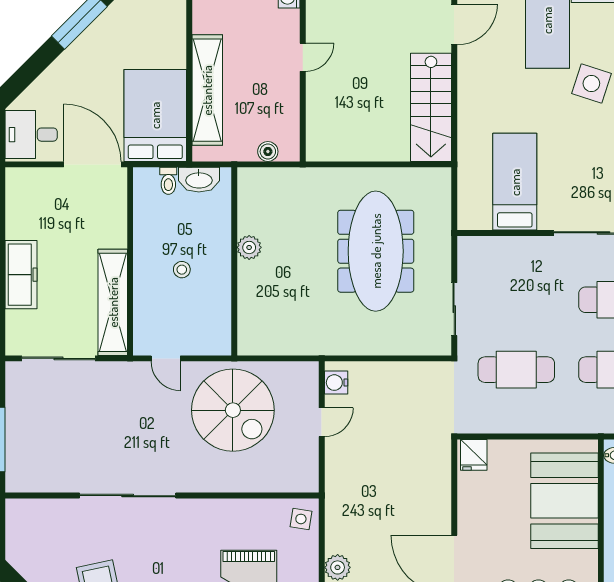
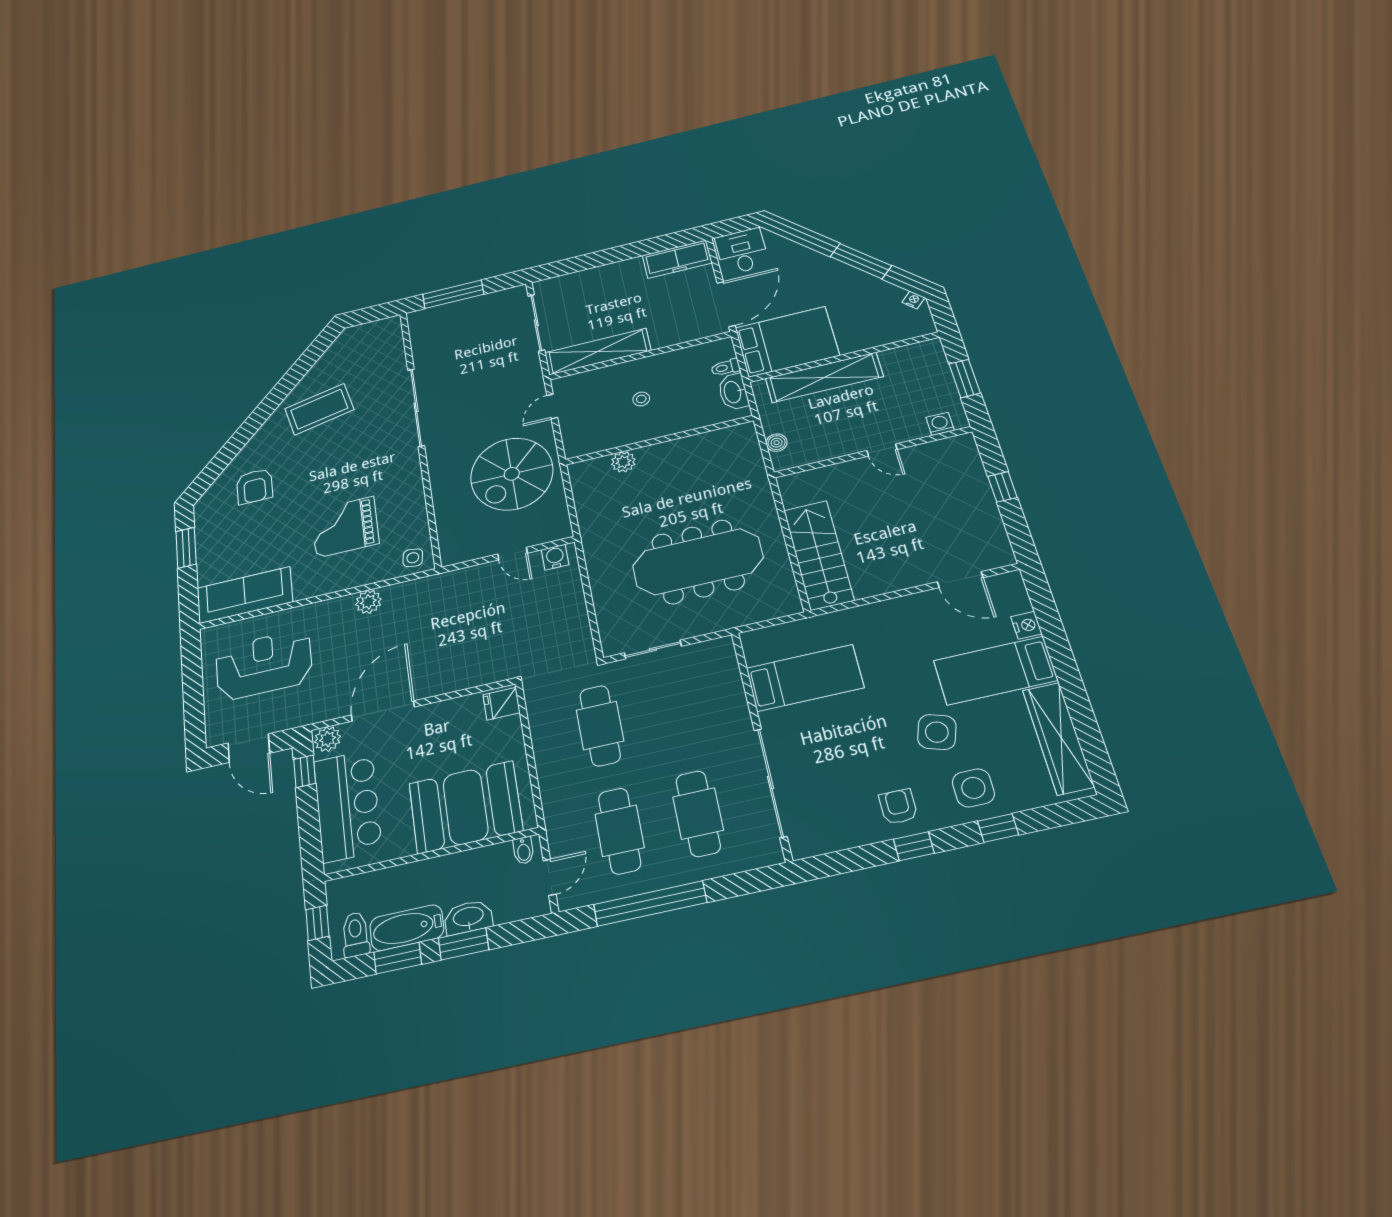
stairs: (431, 107) -> (819, 555), moved, turned 90
plant: (249, 247) -> (623, 462), moved
freezer: (21, 275) -> (677, 259), moved

